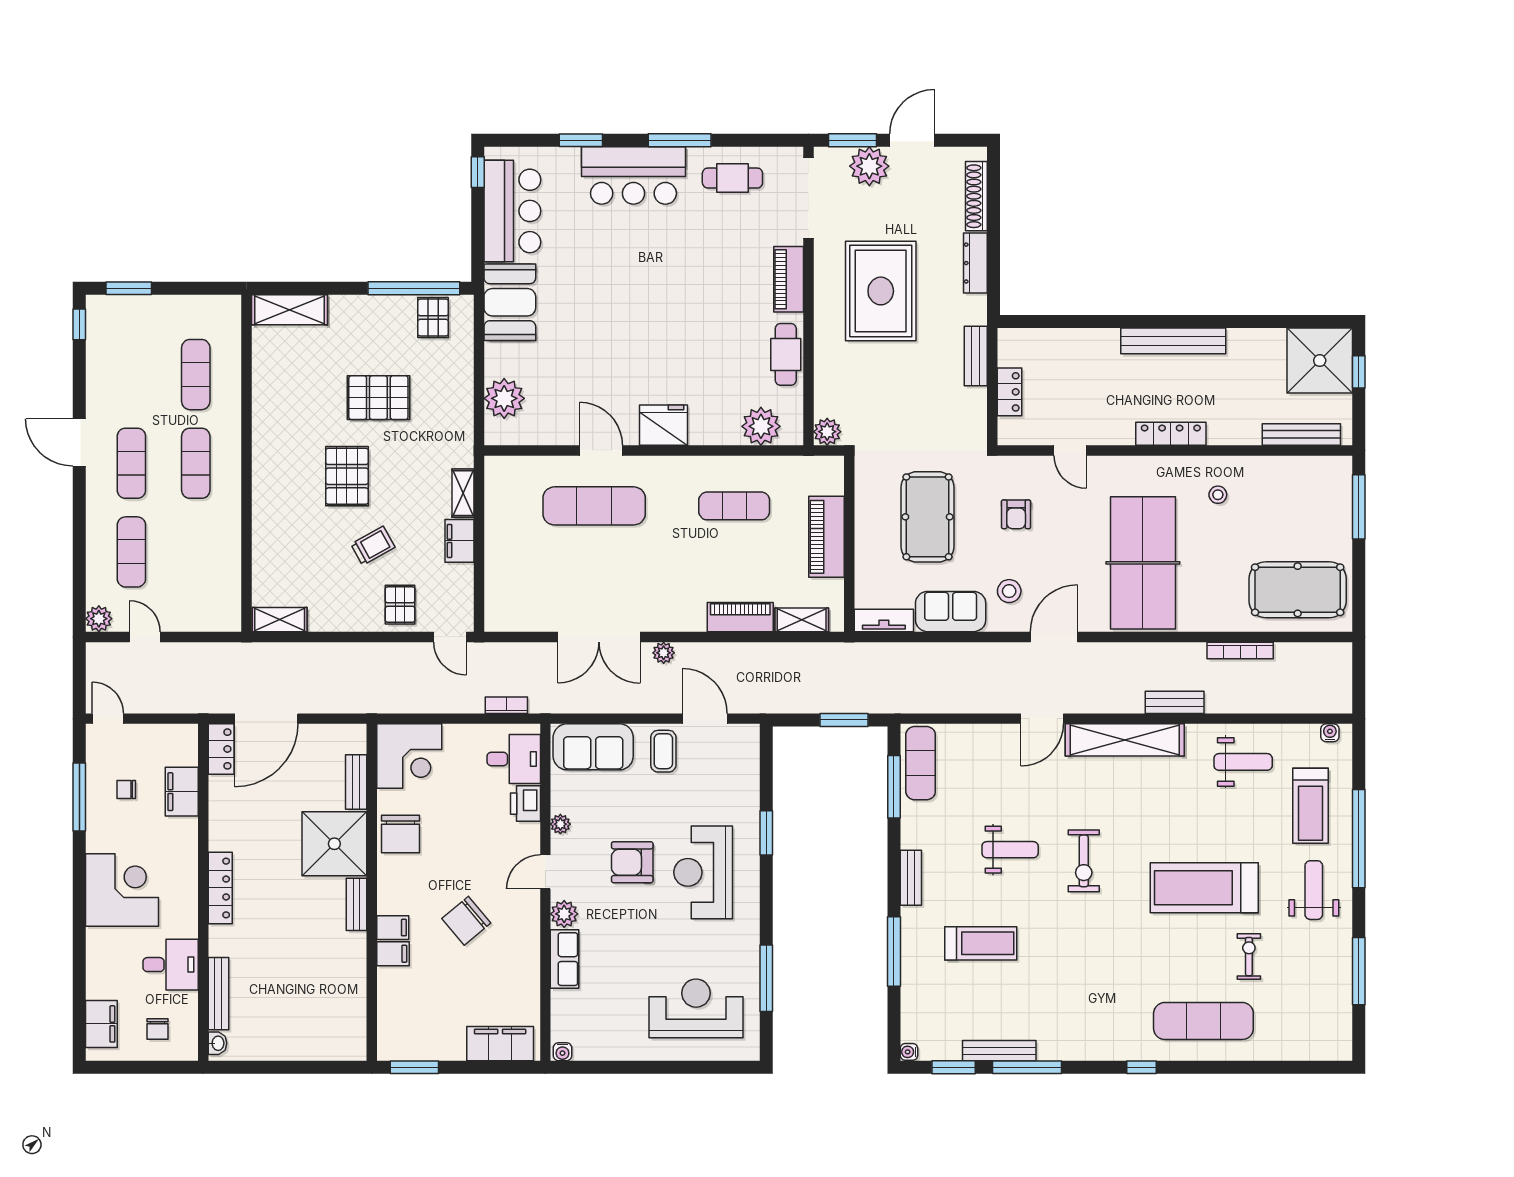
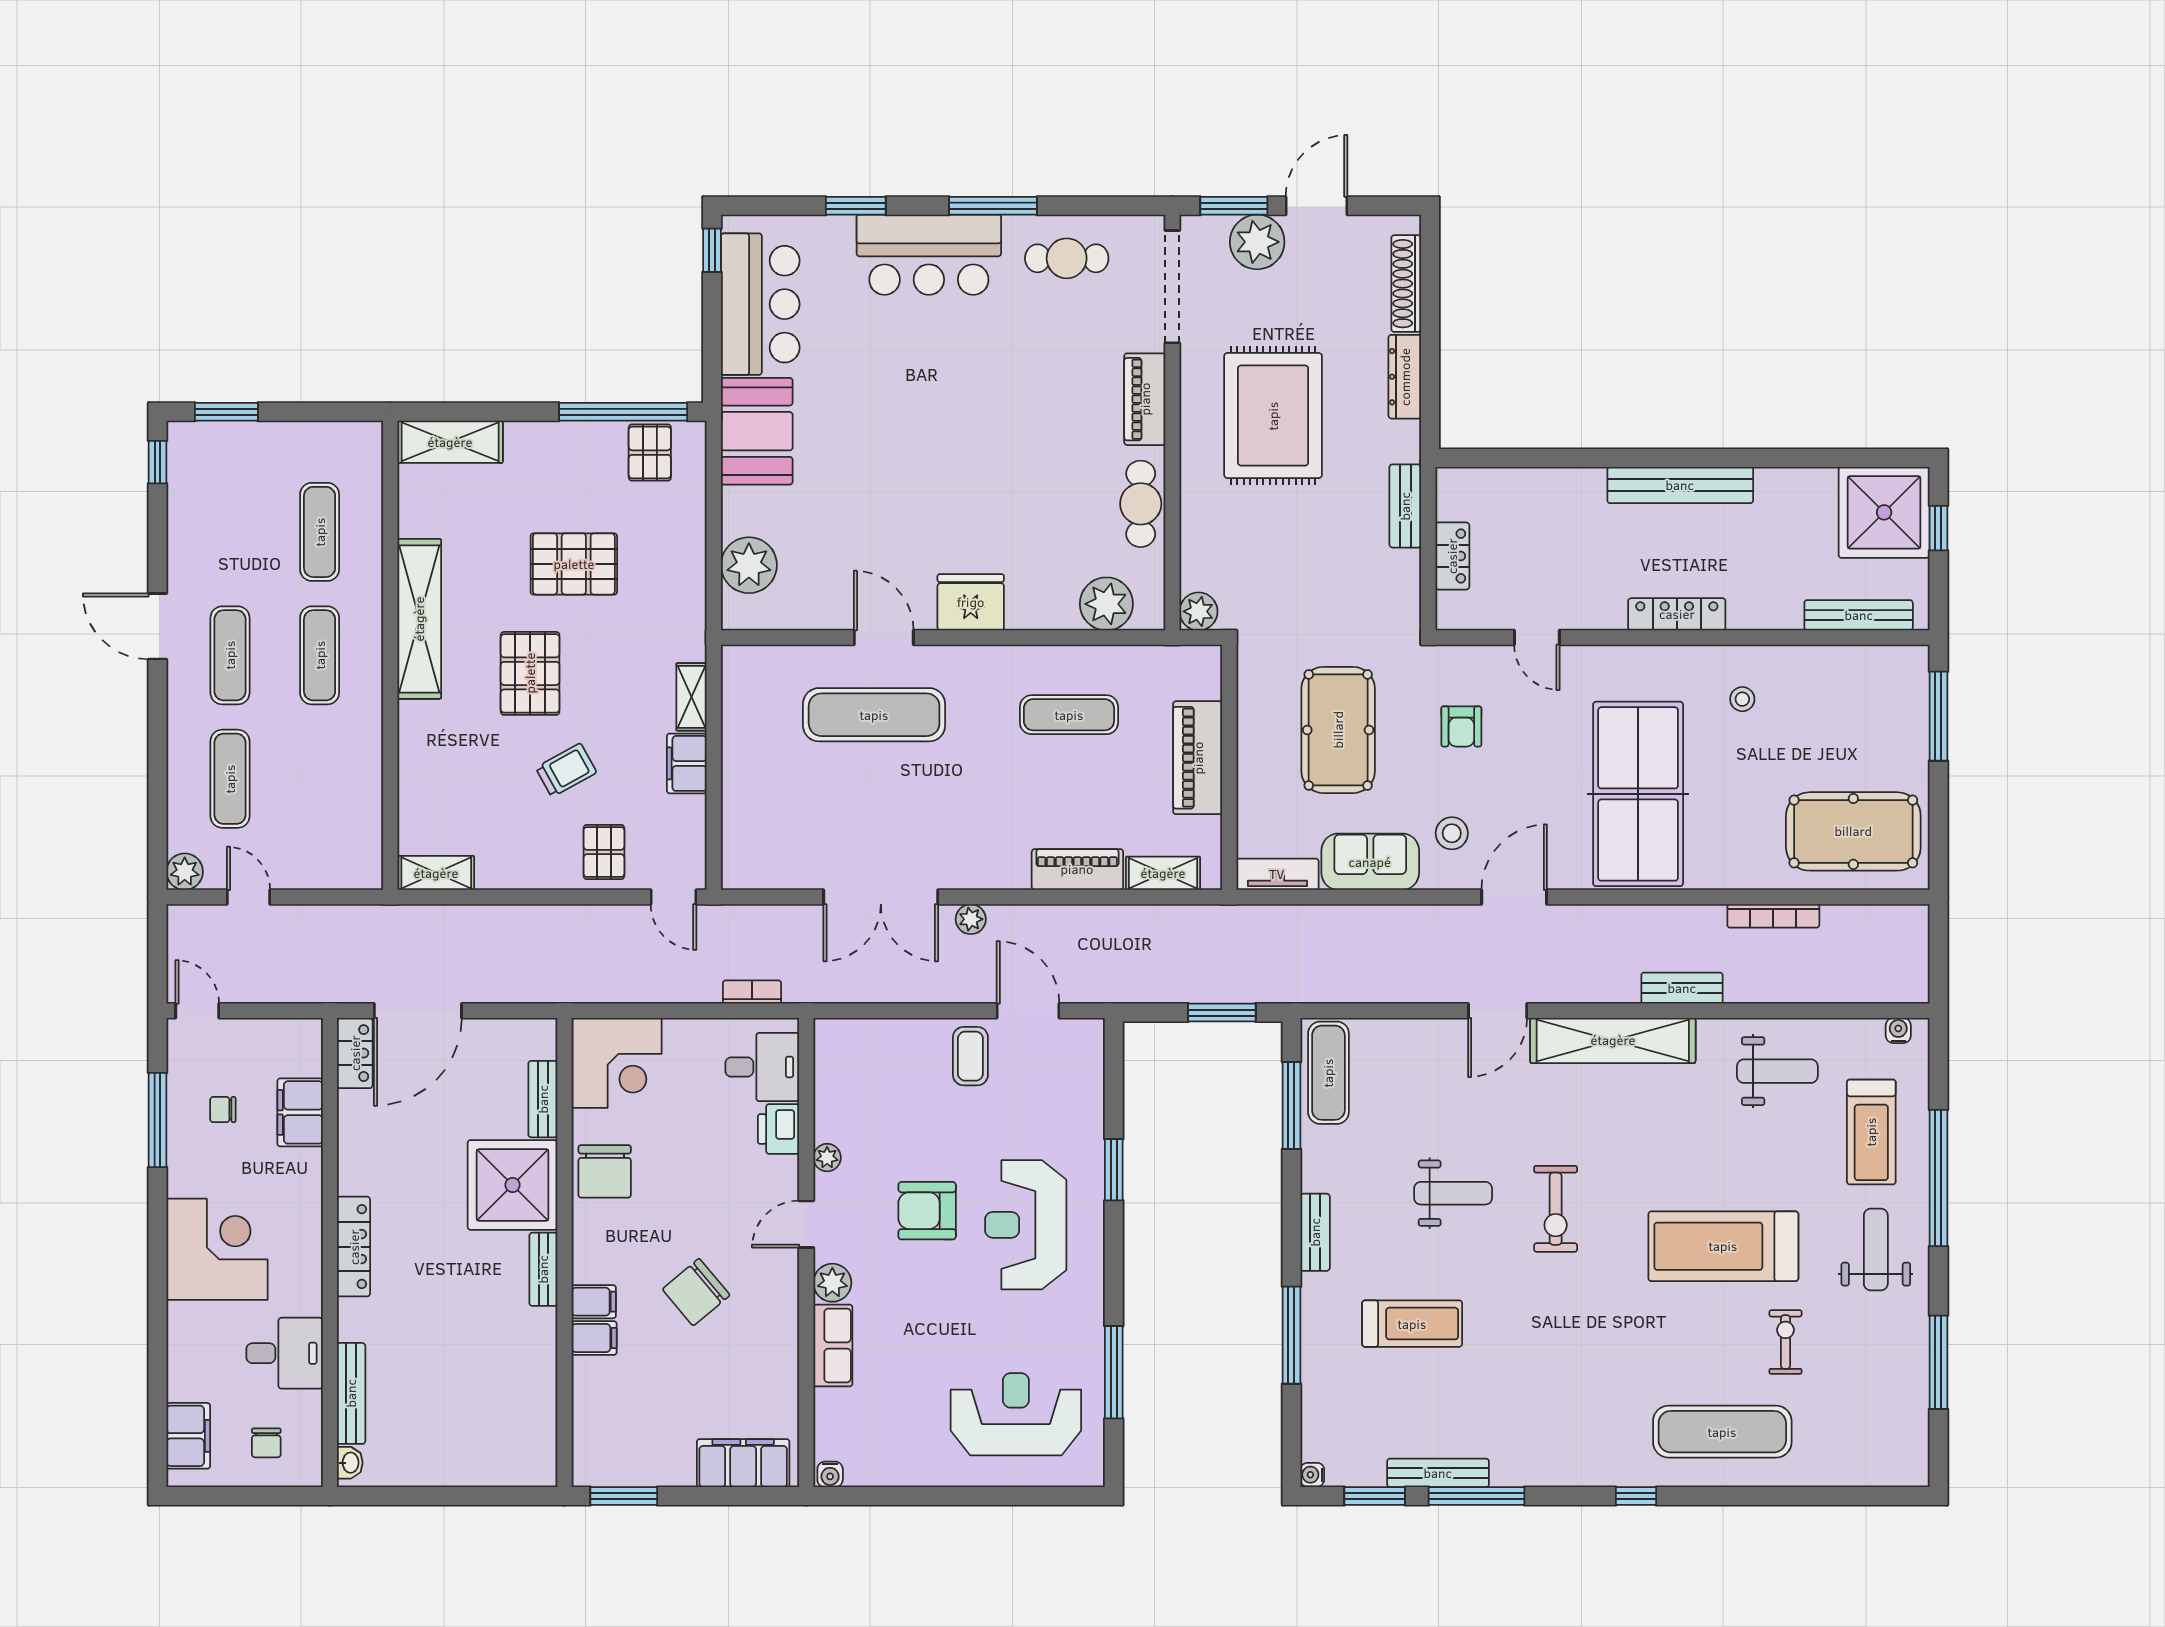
shelving: (267, 437) -> (419, 619), added
sofa: (593, 747) -> (873, 1050), removed

